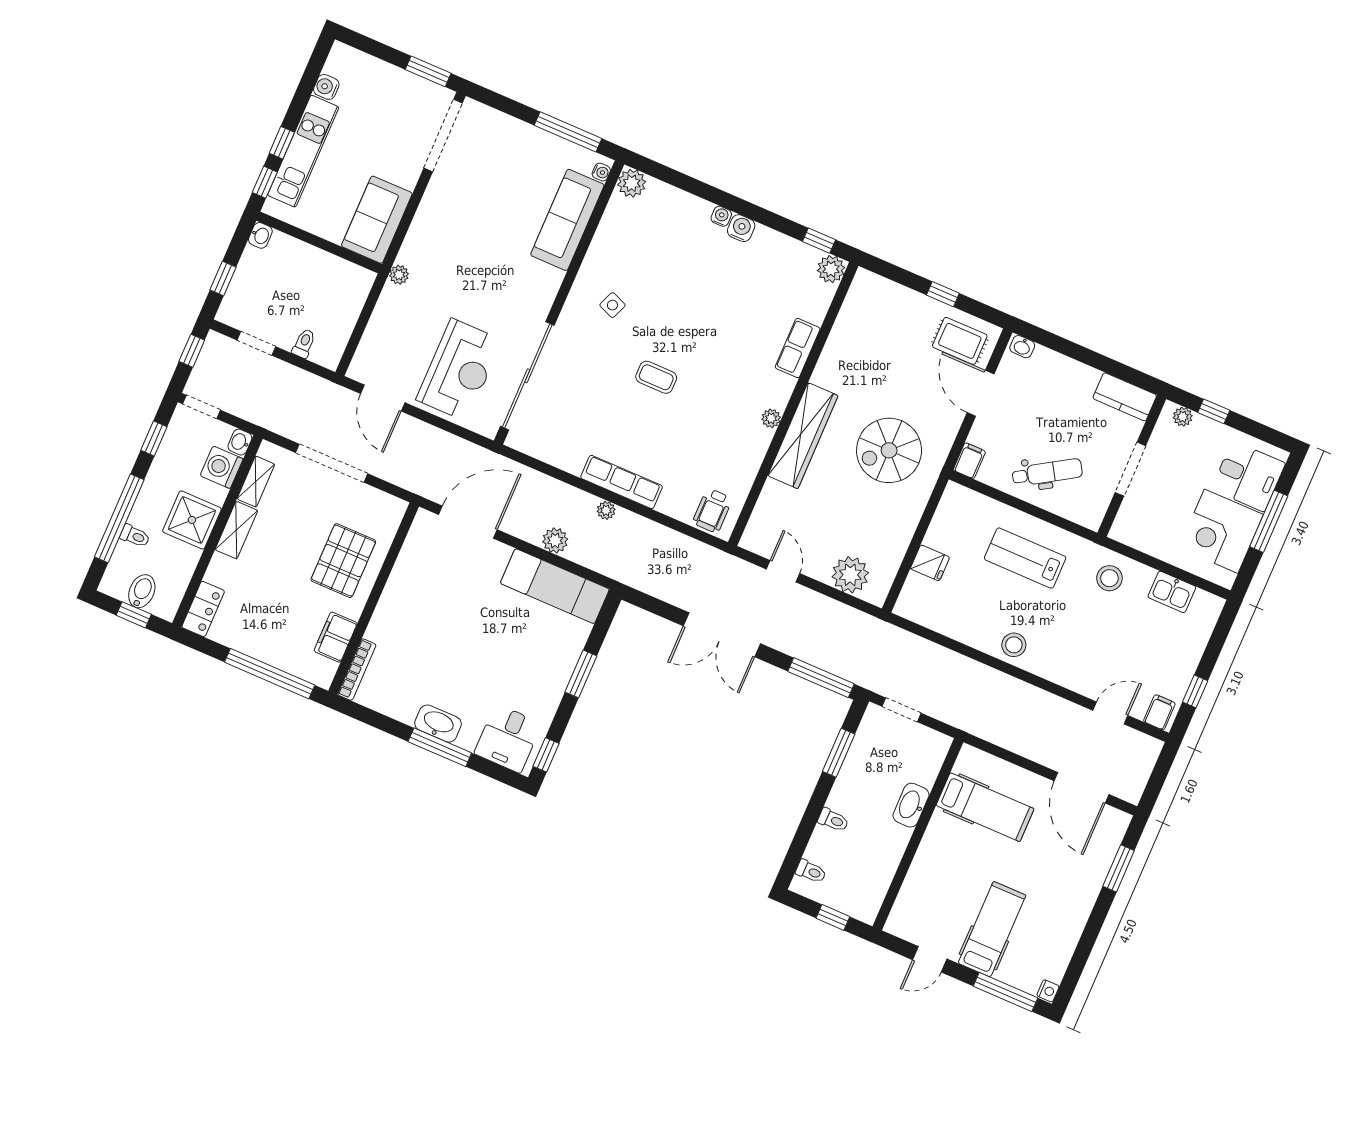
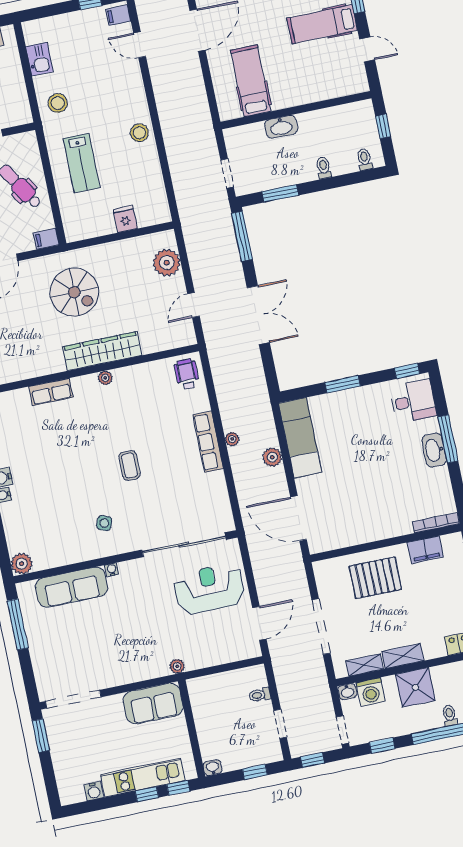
water cooler: (601, 172) -> (112, 570), moved
wheelchair: (712, 511) -> (187, 374), turned -90

